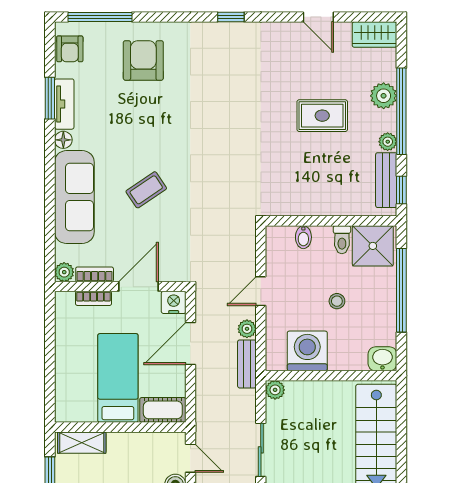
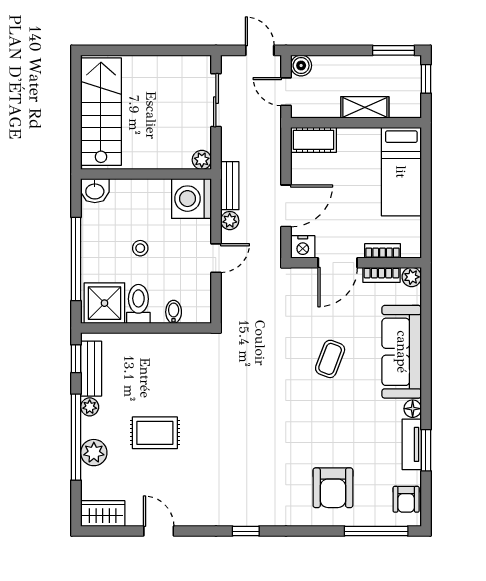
armchair: (70, 49) -> (406, 499), turned 180
coffee table: (146, 190) -> (330, 359), turned -35
toilet: (342, 240) -> (138, 304), width x1.37, depth x1.39
washing machine: (307, 351) -> (191, 199), moved, turned 90
bed: (118, 378) -> (401, 172), moved
shelving: (82, 443) -> (365, 107), moved

